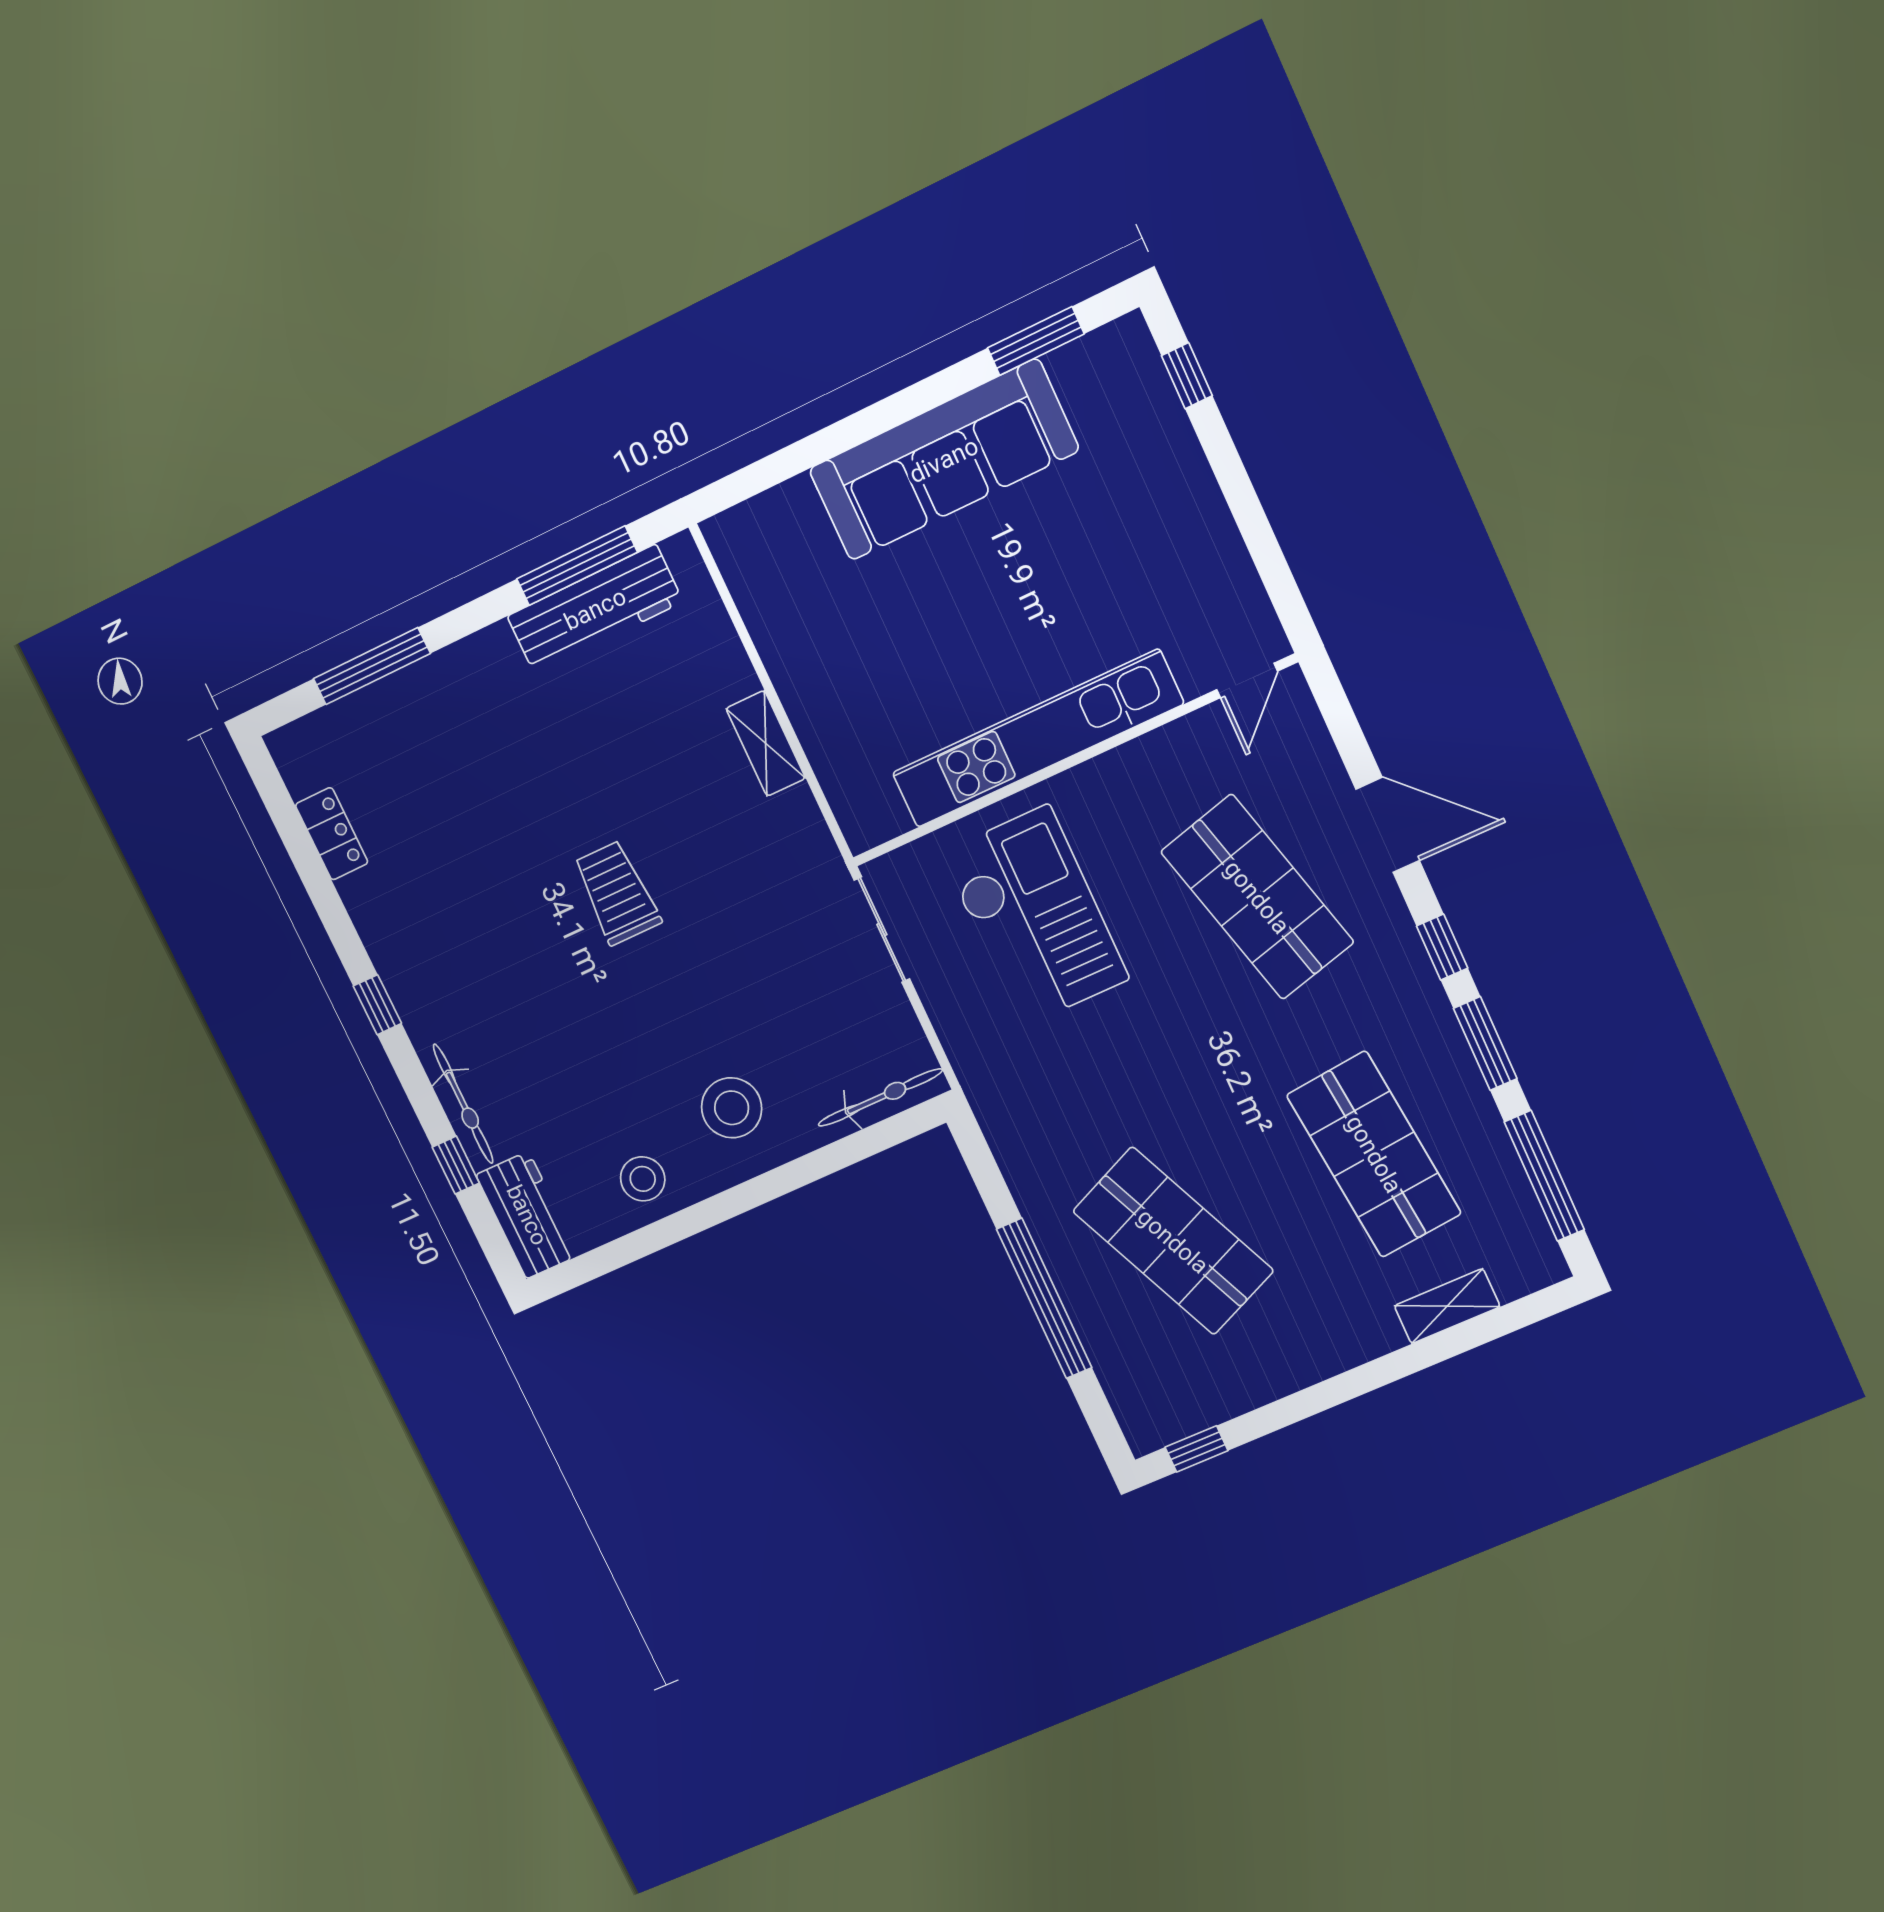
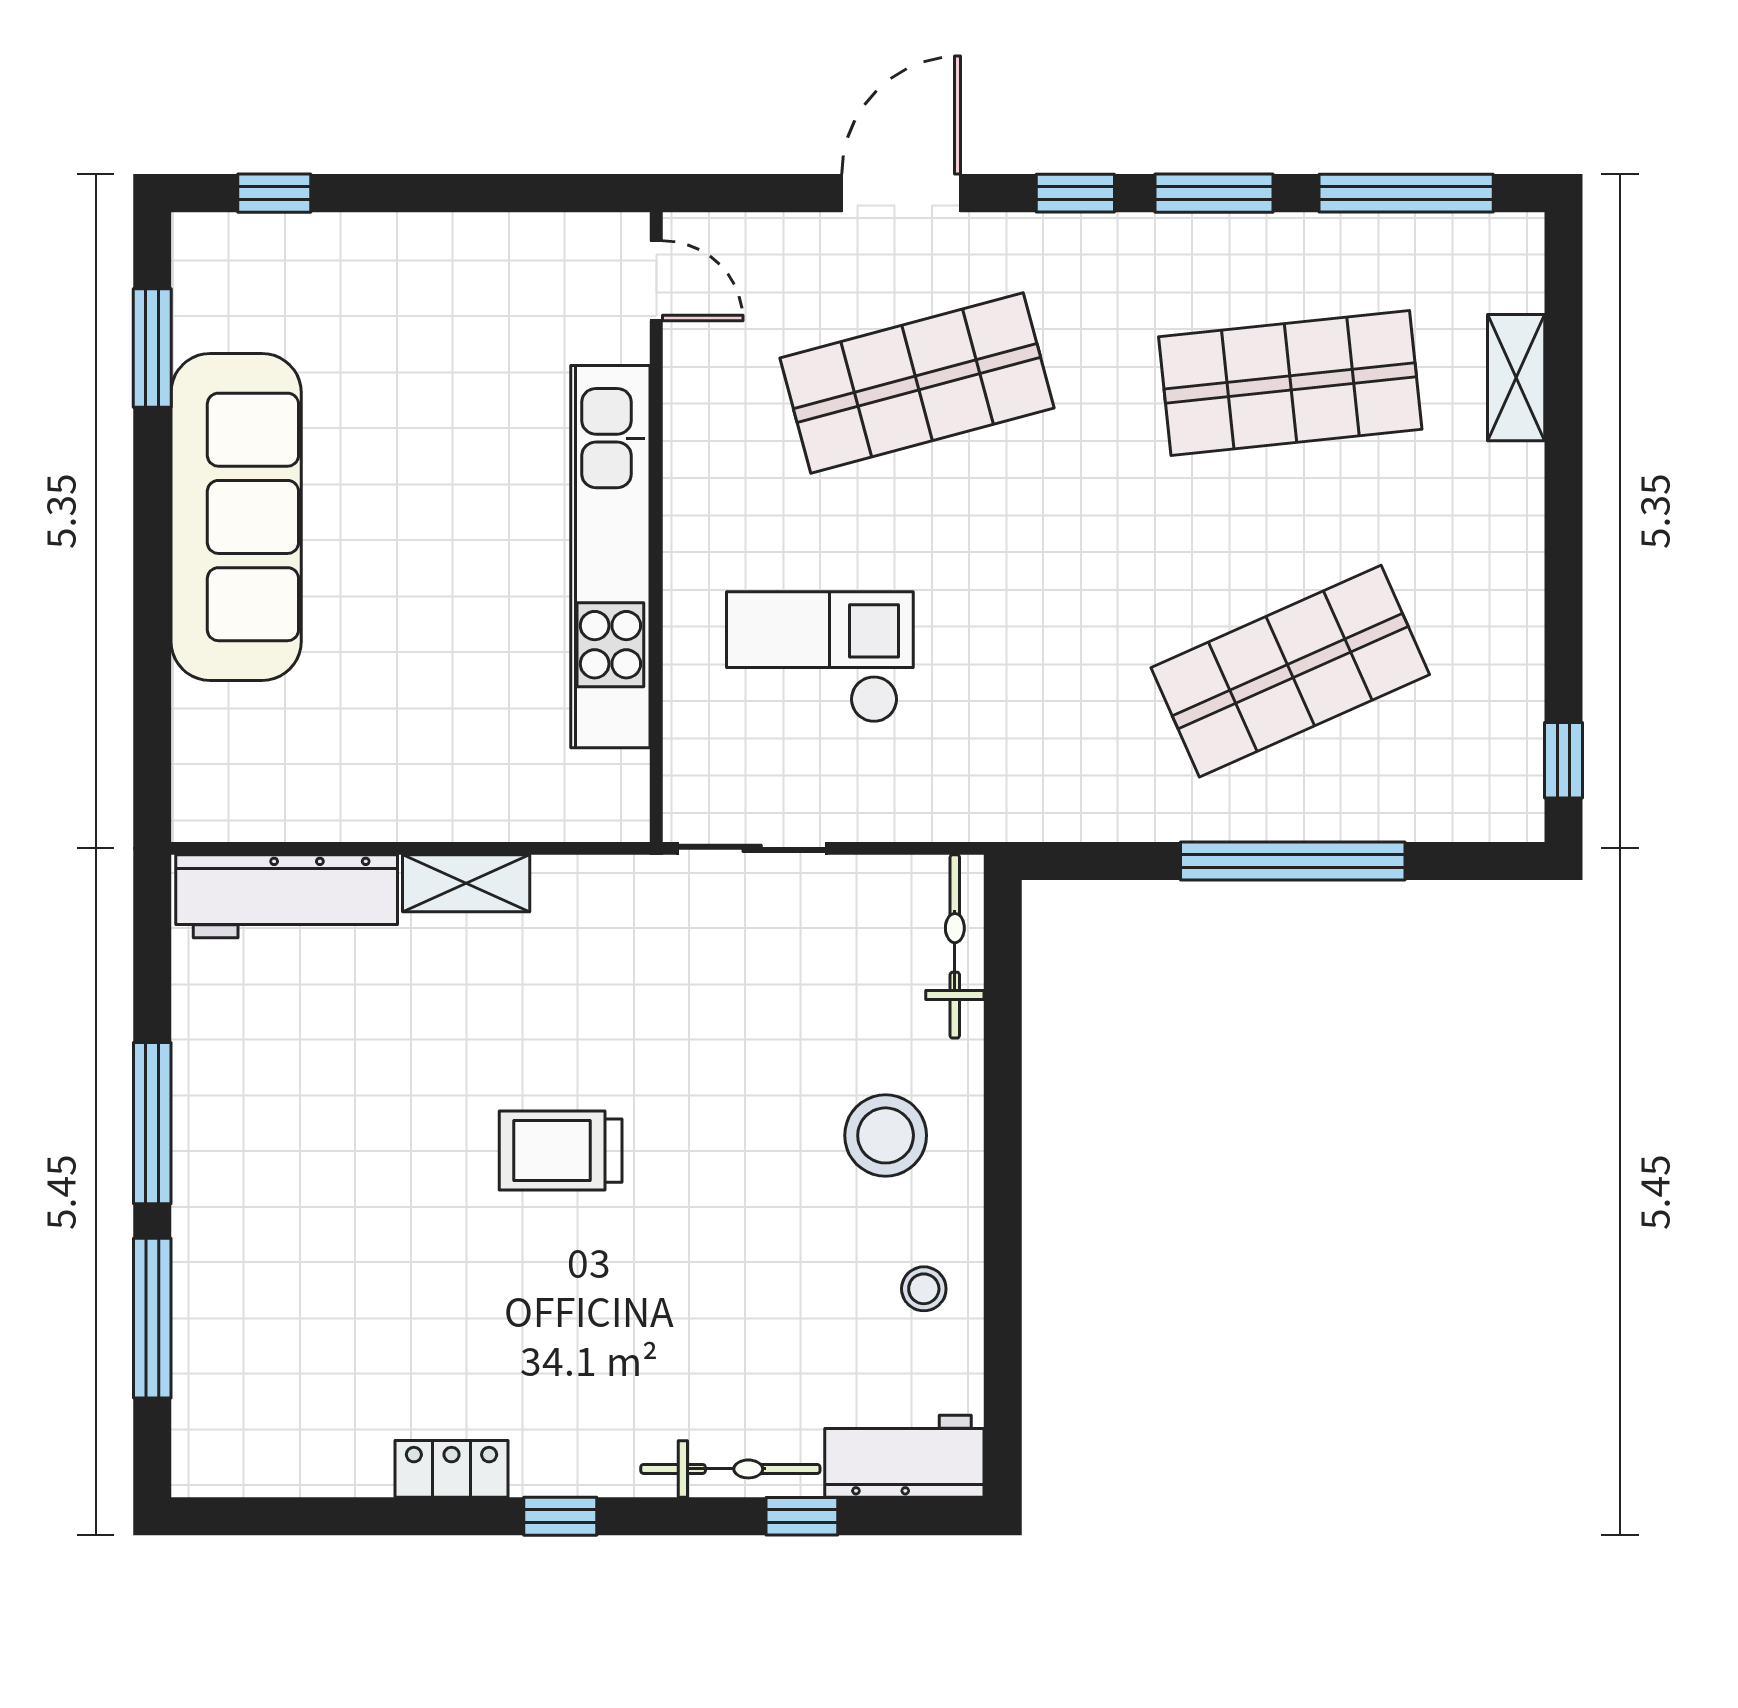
window: (577, 566) -> (152, 1123), moved
workbench: (595, 609) -> (287, 896), moved, turned 90
locker: (332, 834) -> (452, 1469), moved
checkout: (1035, 916) -> (820, 657), width x0.73, depth x0.83
stool: (643, 1179) -> (924, 1289), width x0.73, depth x0.73

